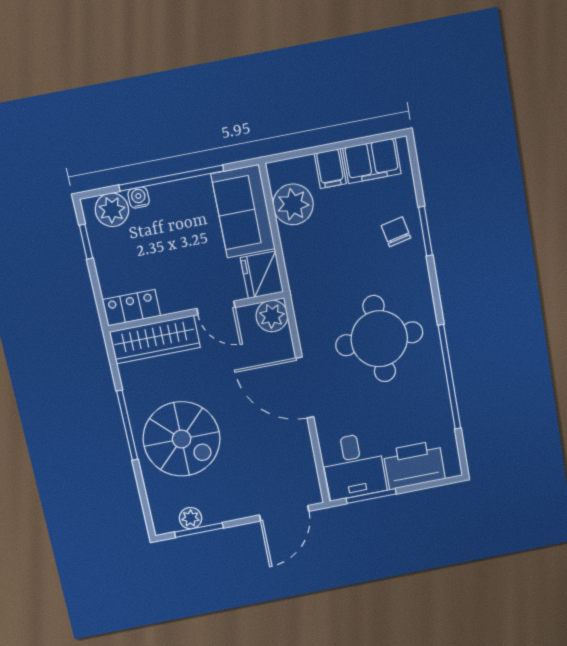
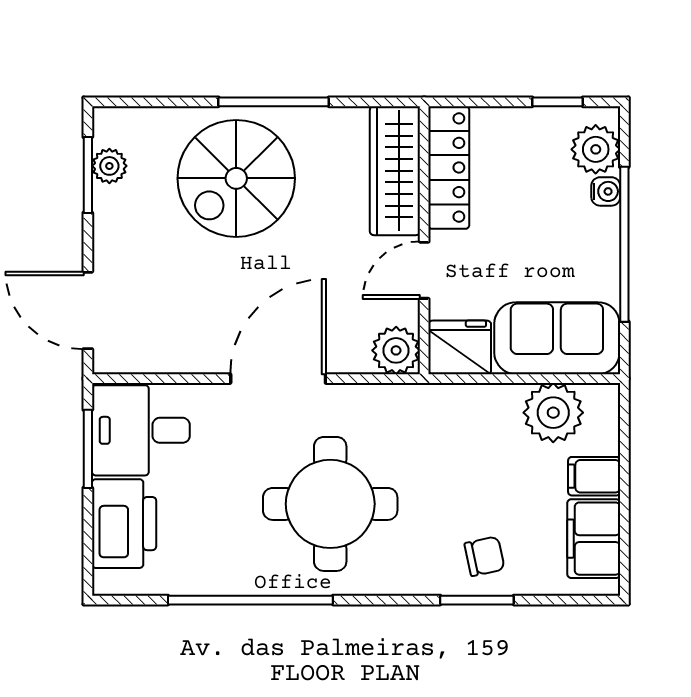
locker: (131, 308) -> (449, 168), width x1.53

